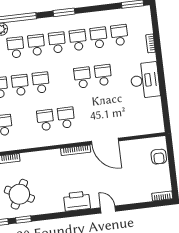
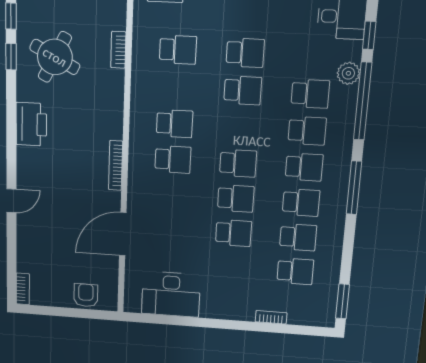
window: (64, 12) -> (354, 188), width x1.44
desk: (145, 80) -> (171, 294), moved
school desk: (41, 83) -> (238, 163), moved
door: (105, 141) -> (123, 234), moved
armchair: (159, 157) -> (86, 295), turned 90
printer: (77, 201) -> (31, 124), moved

